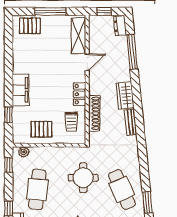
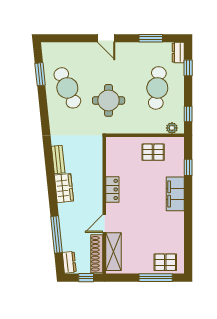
window: (50, 11) -> (156, 278), moved
shoe rack: (94, 113) -> (97, 254), moved
trolley: (71, 122) -> (121, 160), removed

